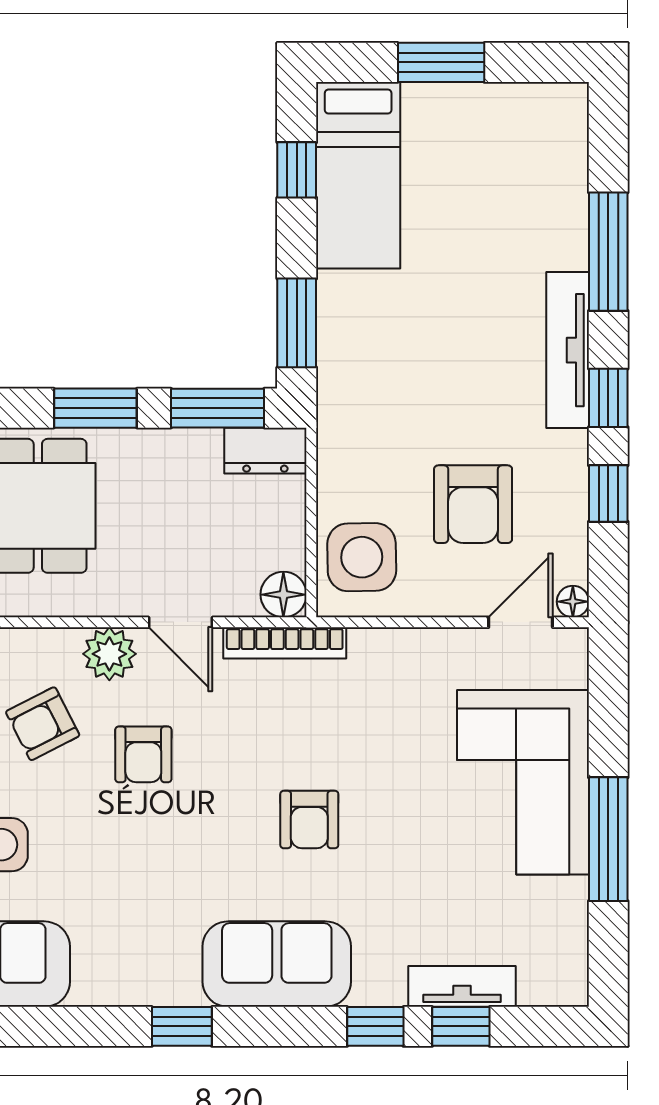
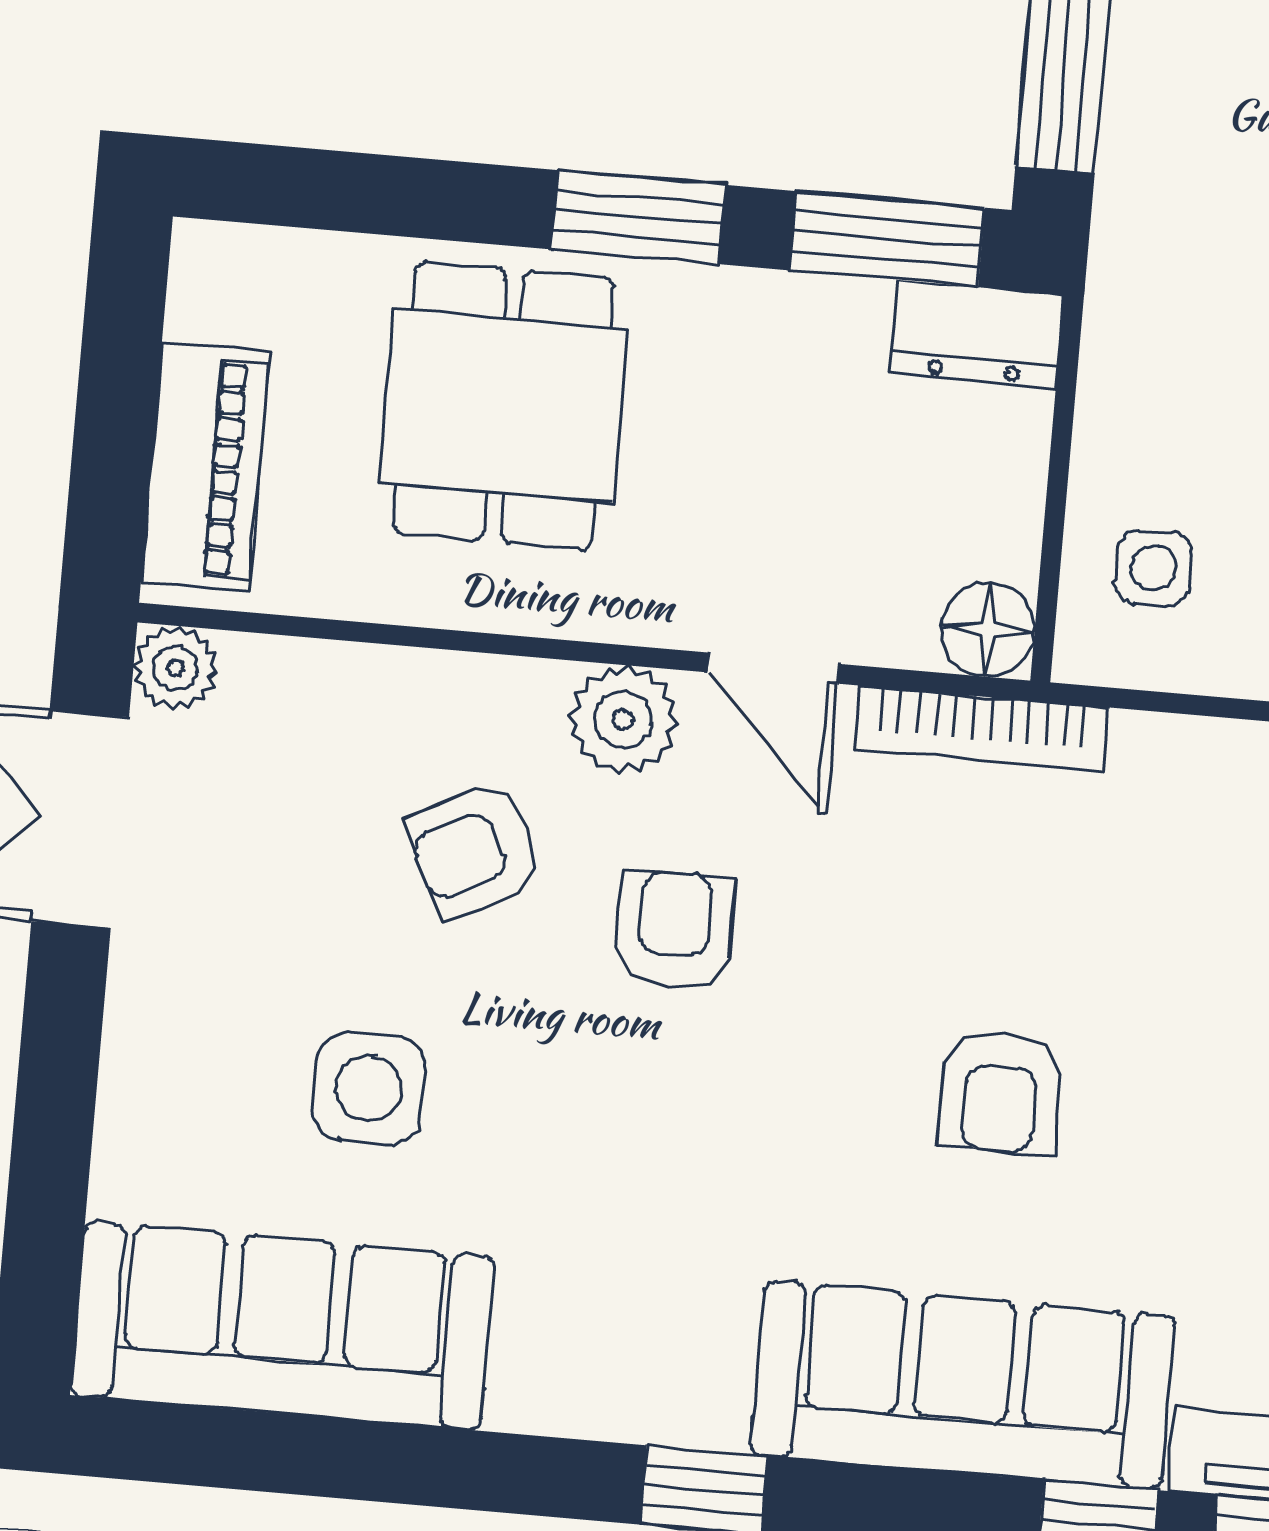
side table: (362, 557) -> (1154, 568), width x0.54, depth x0.54
armchair: (143, 754) -> (674, 930), turned 180
sofa: (277, 964) -> (963, 1385), width x1.36

